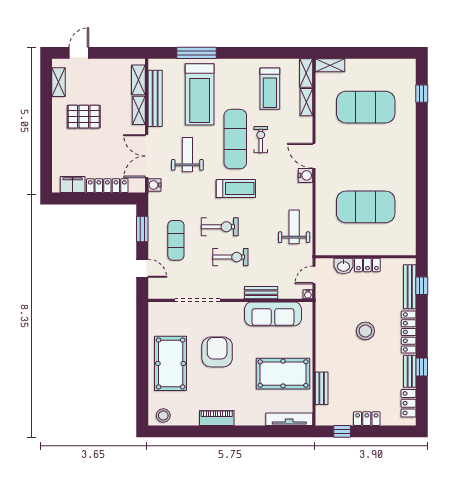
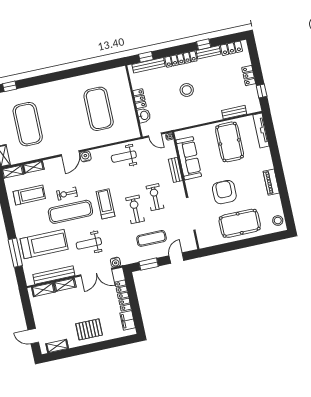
pallet: (84, 117) -> (89, 329), moved, turned 90
armchair: (217, 352) -> (224, 192), turned 90

